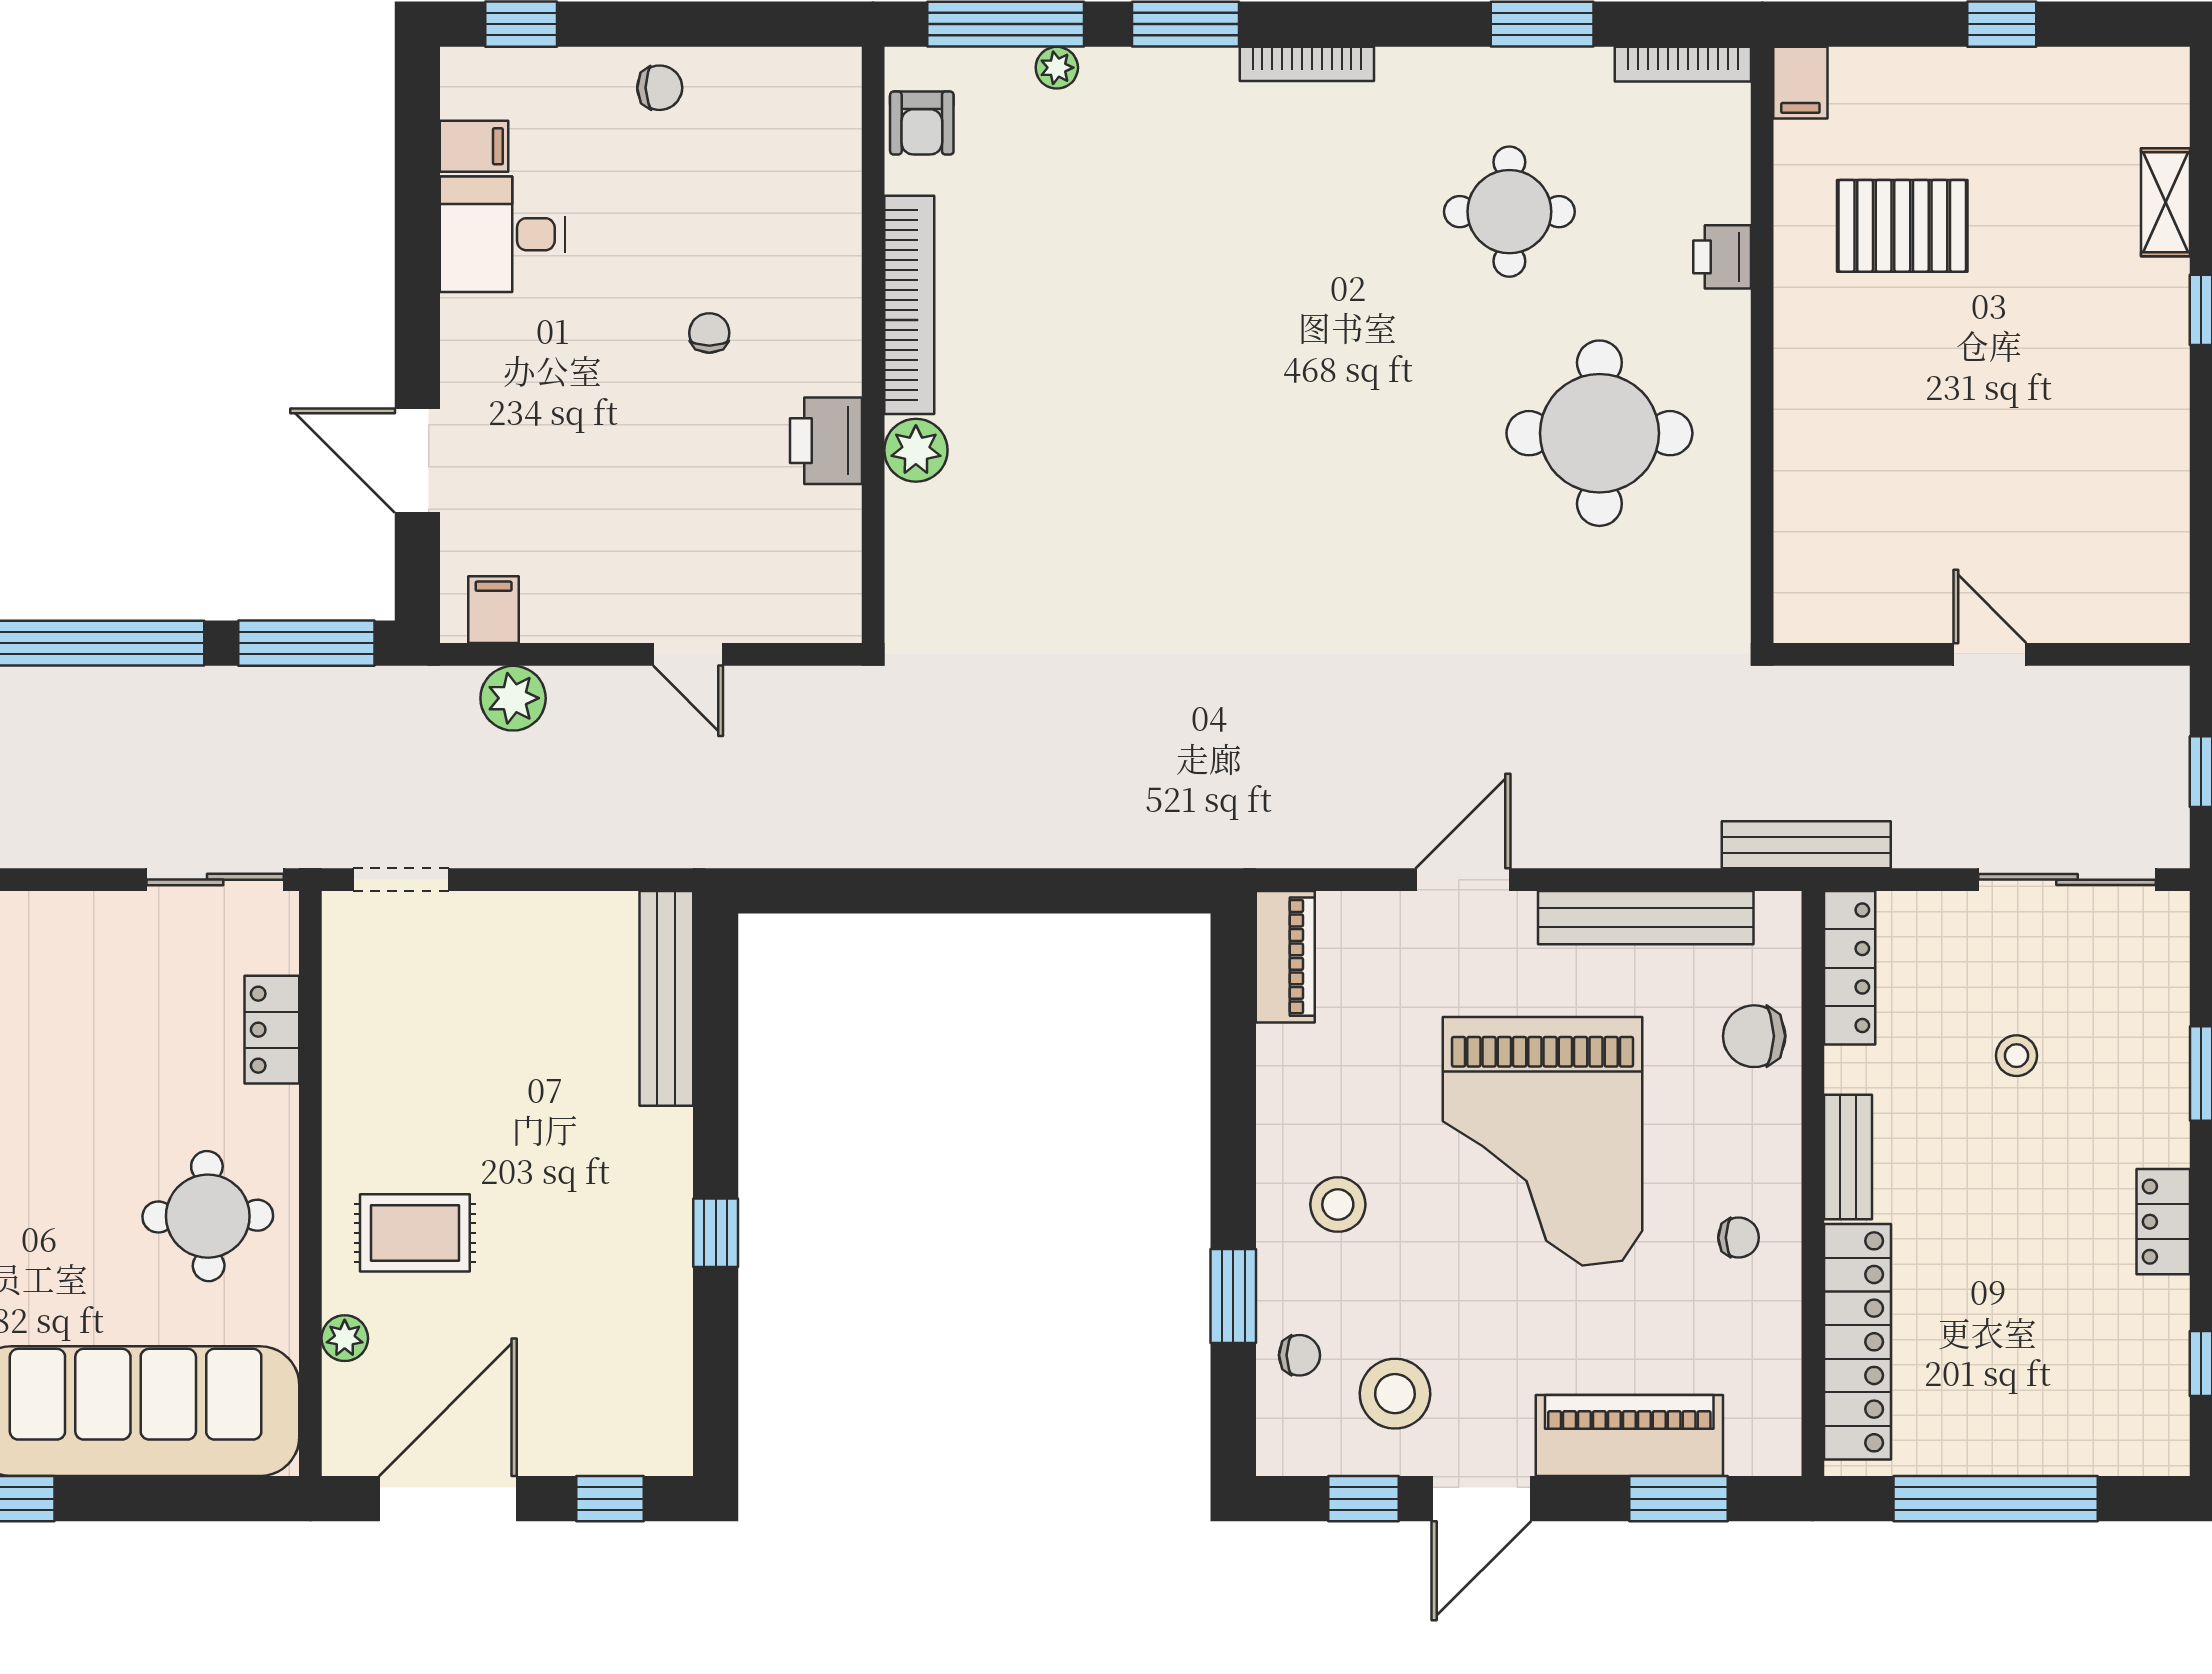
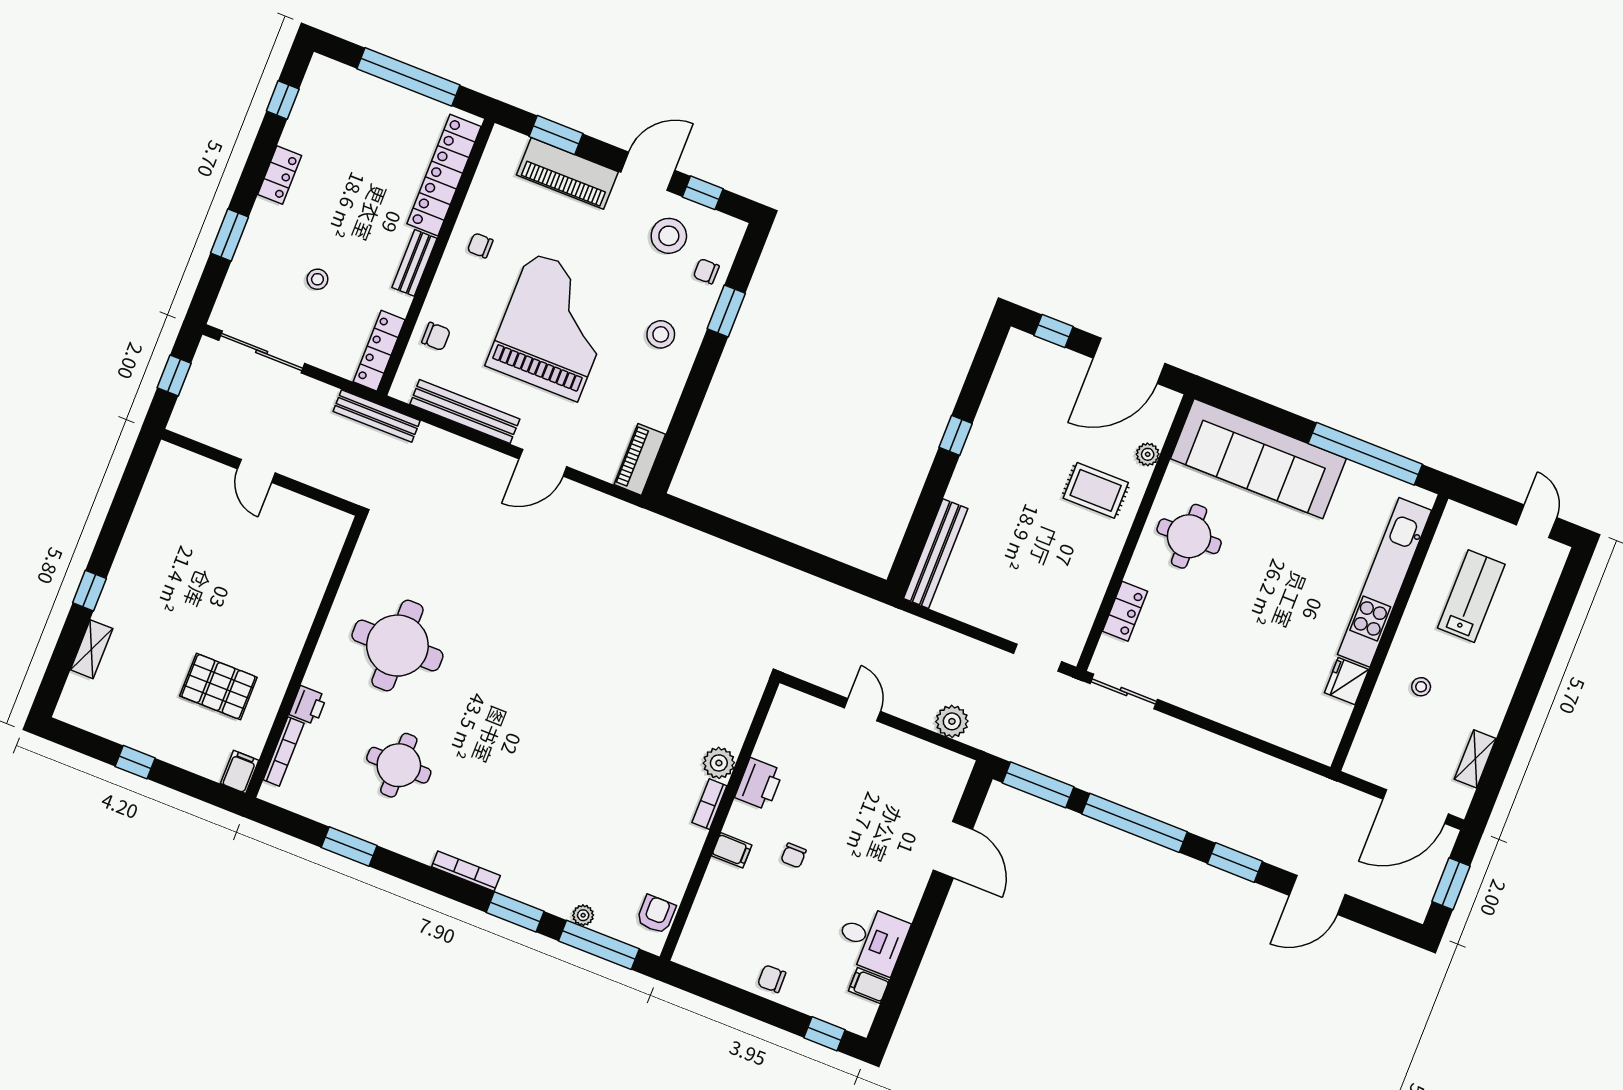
bookcase: (1683, 64) -> (284, 752), moved, turned 90
bookcase: (909, 305) -> (709, 804), width x0.43, depth x0.76
filing cabinet: (494, 610) -> (732, 850), moved, turned -90
chair: (1754, 1036) -> (436, 336), width x0.73, depth x0.73

